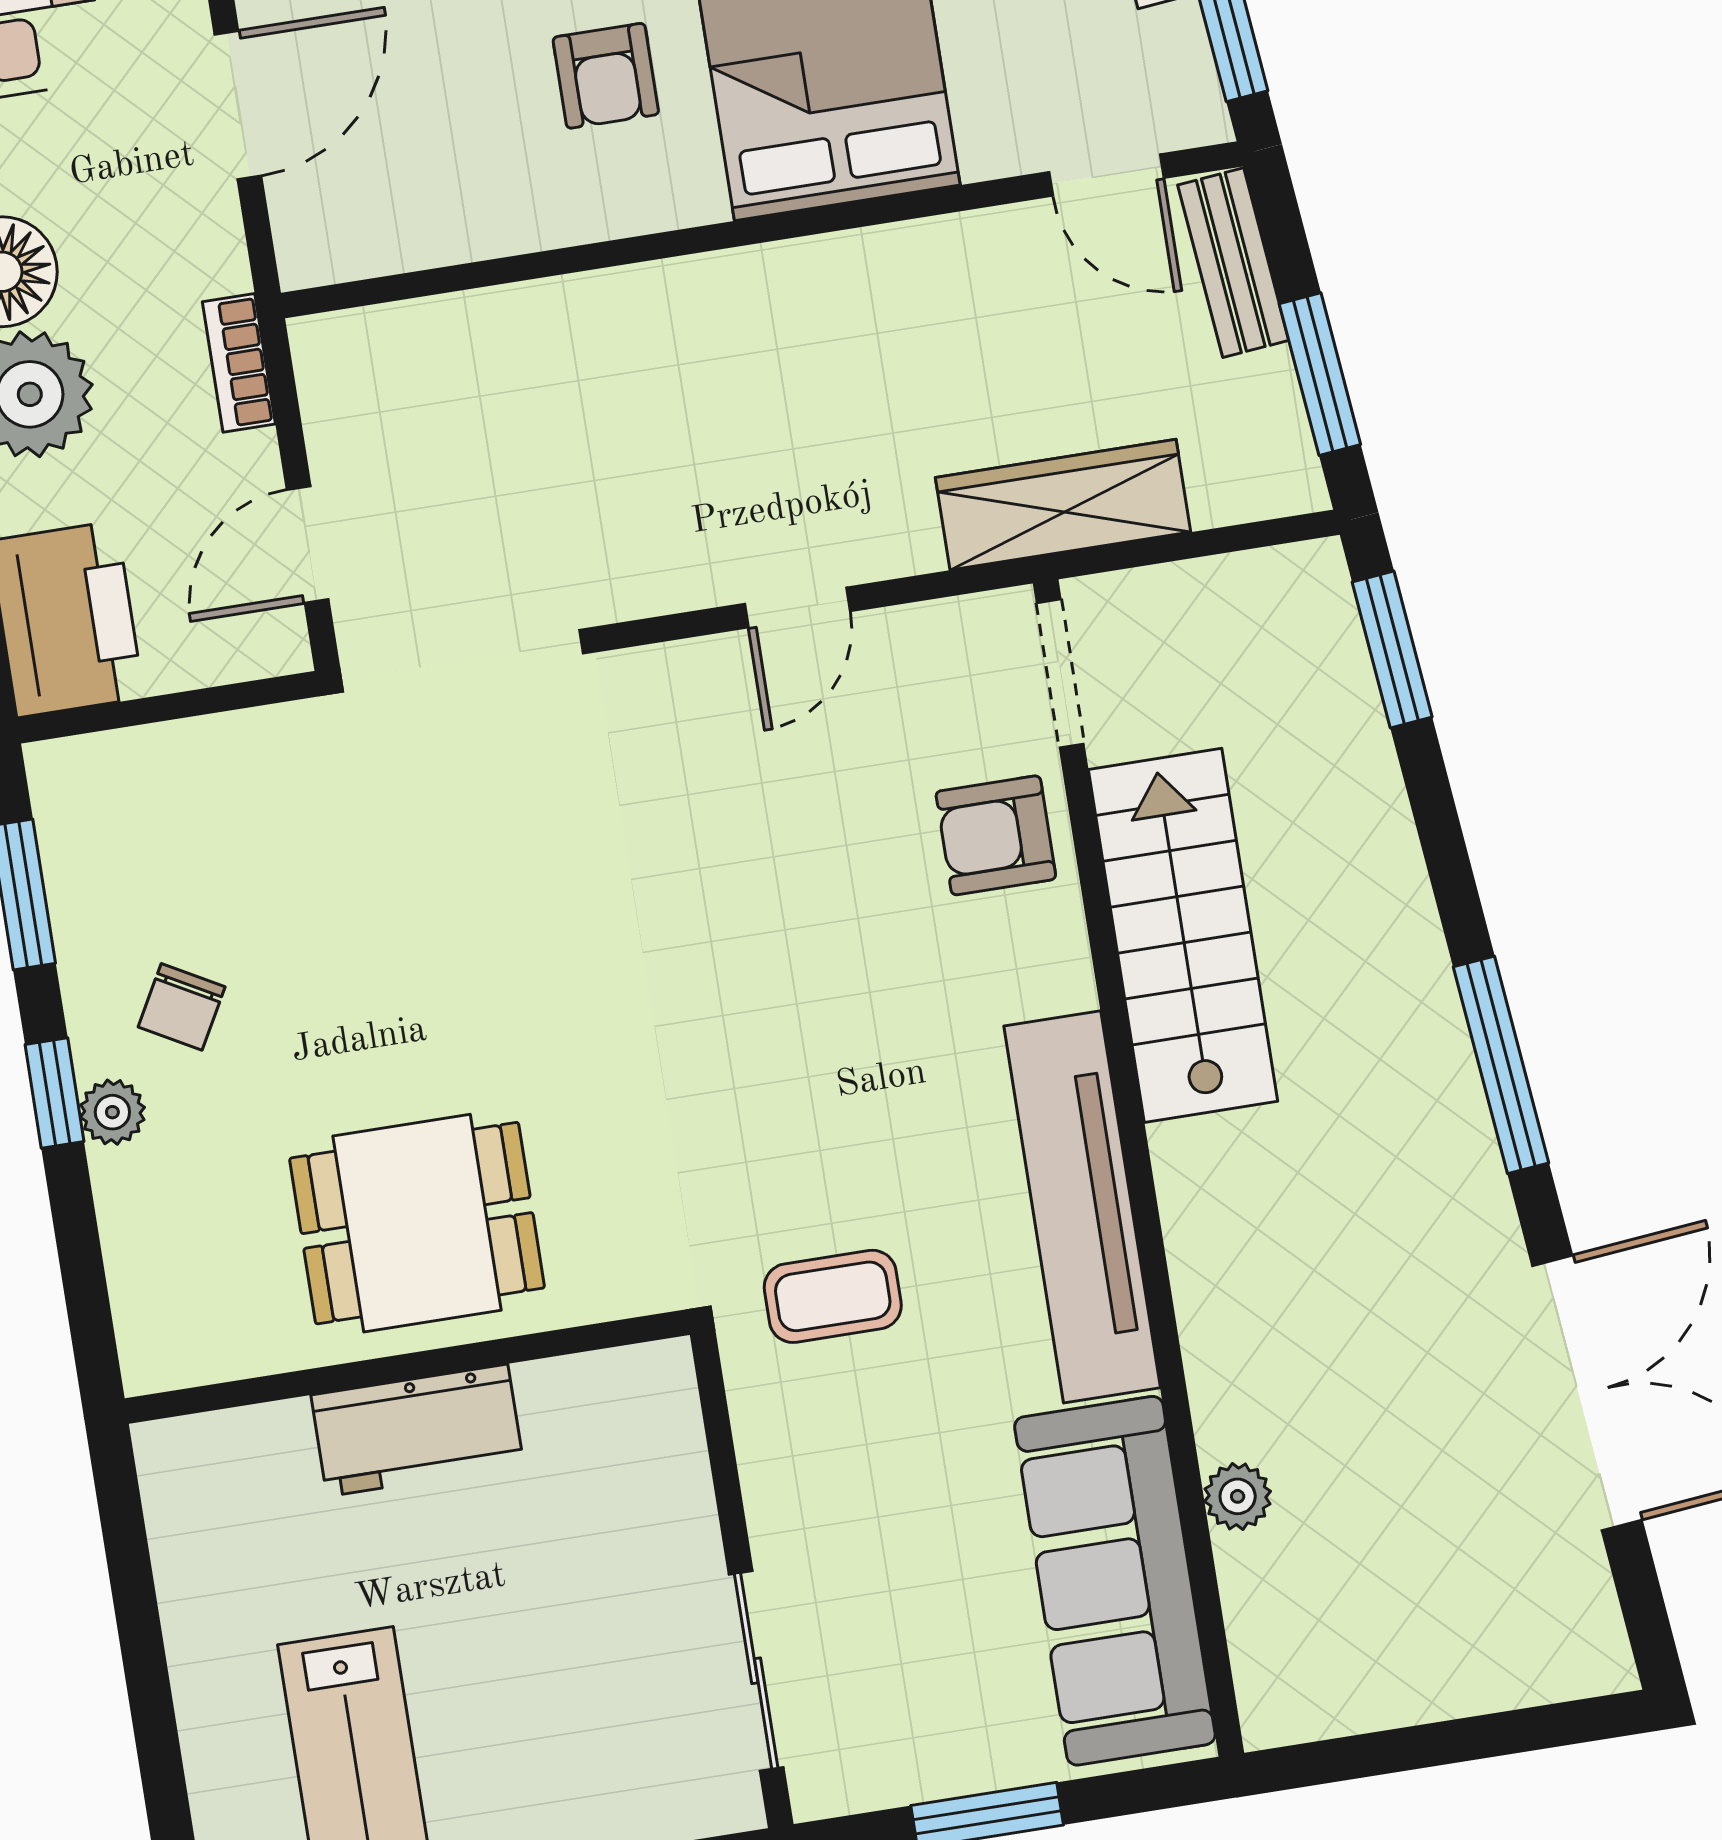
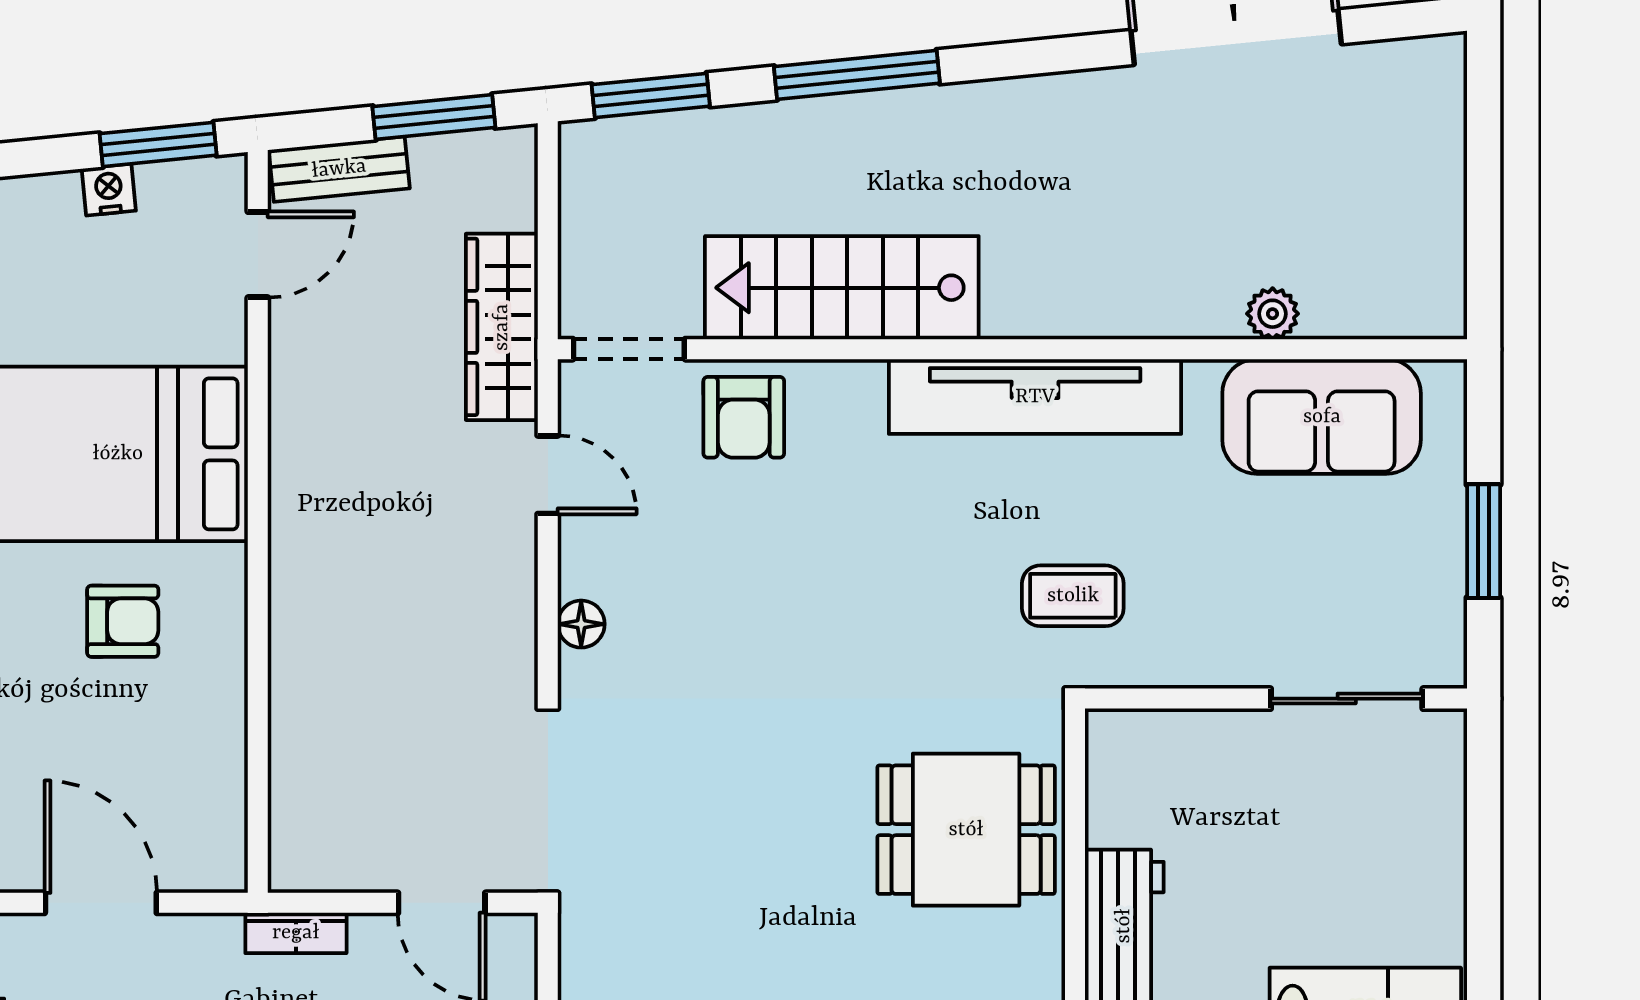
door: (797, 608) -> (548, 475), moved
floor lamp: (696, 668) -> (581, 624), added
window: (1501, 1065) -> (857, 75), moved
dining table: (417, 1223) -> (966, 830), moved, turned 90
coffee table: (833, 1296) -> (1073, 596), turned 90
sofa: (1115, 1581) -> (1322, 417), width x0.73

